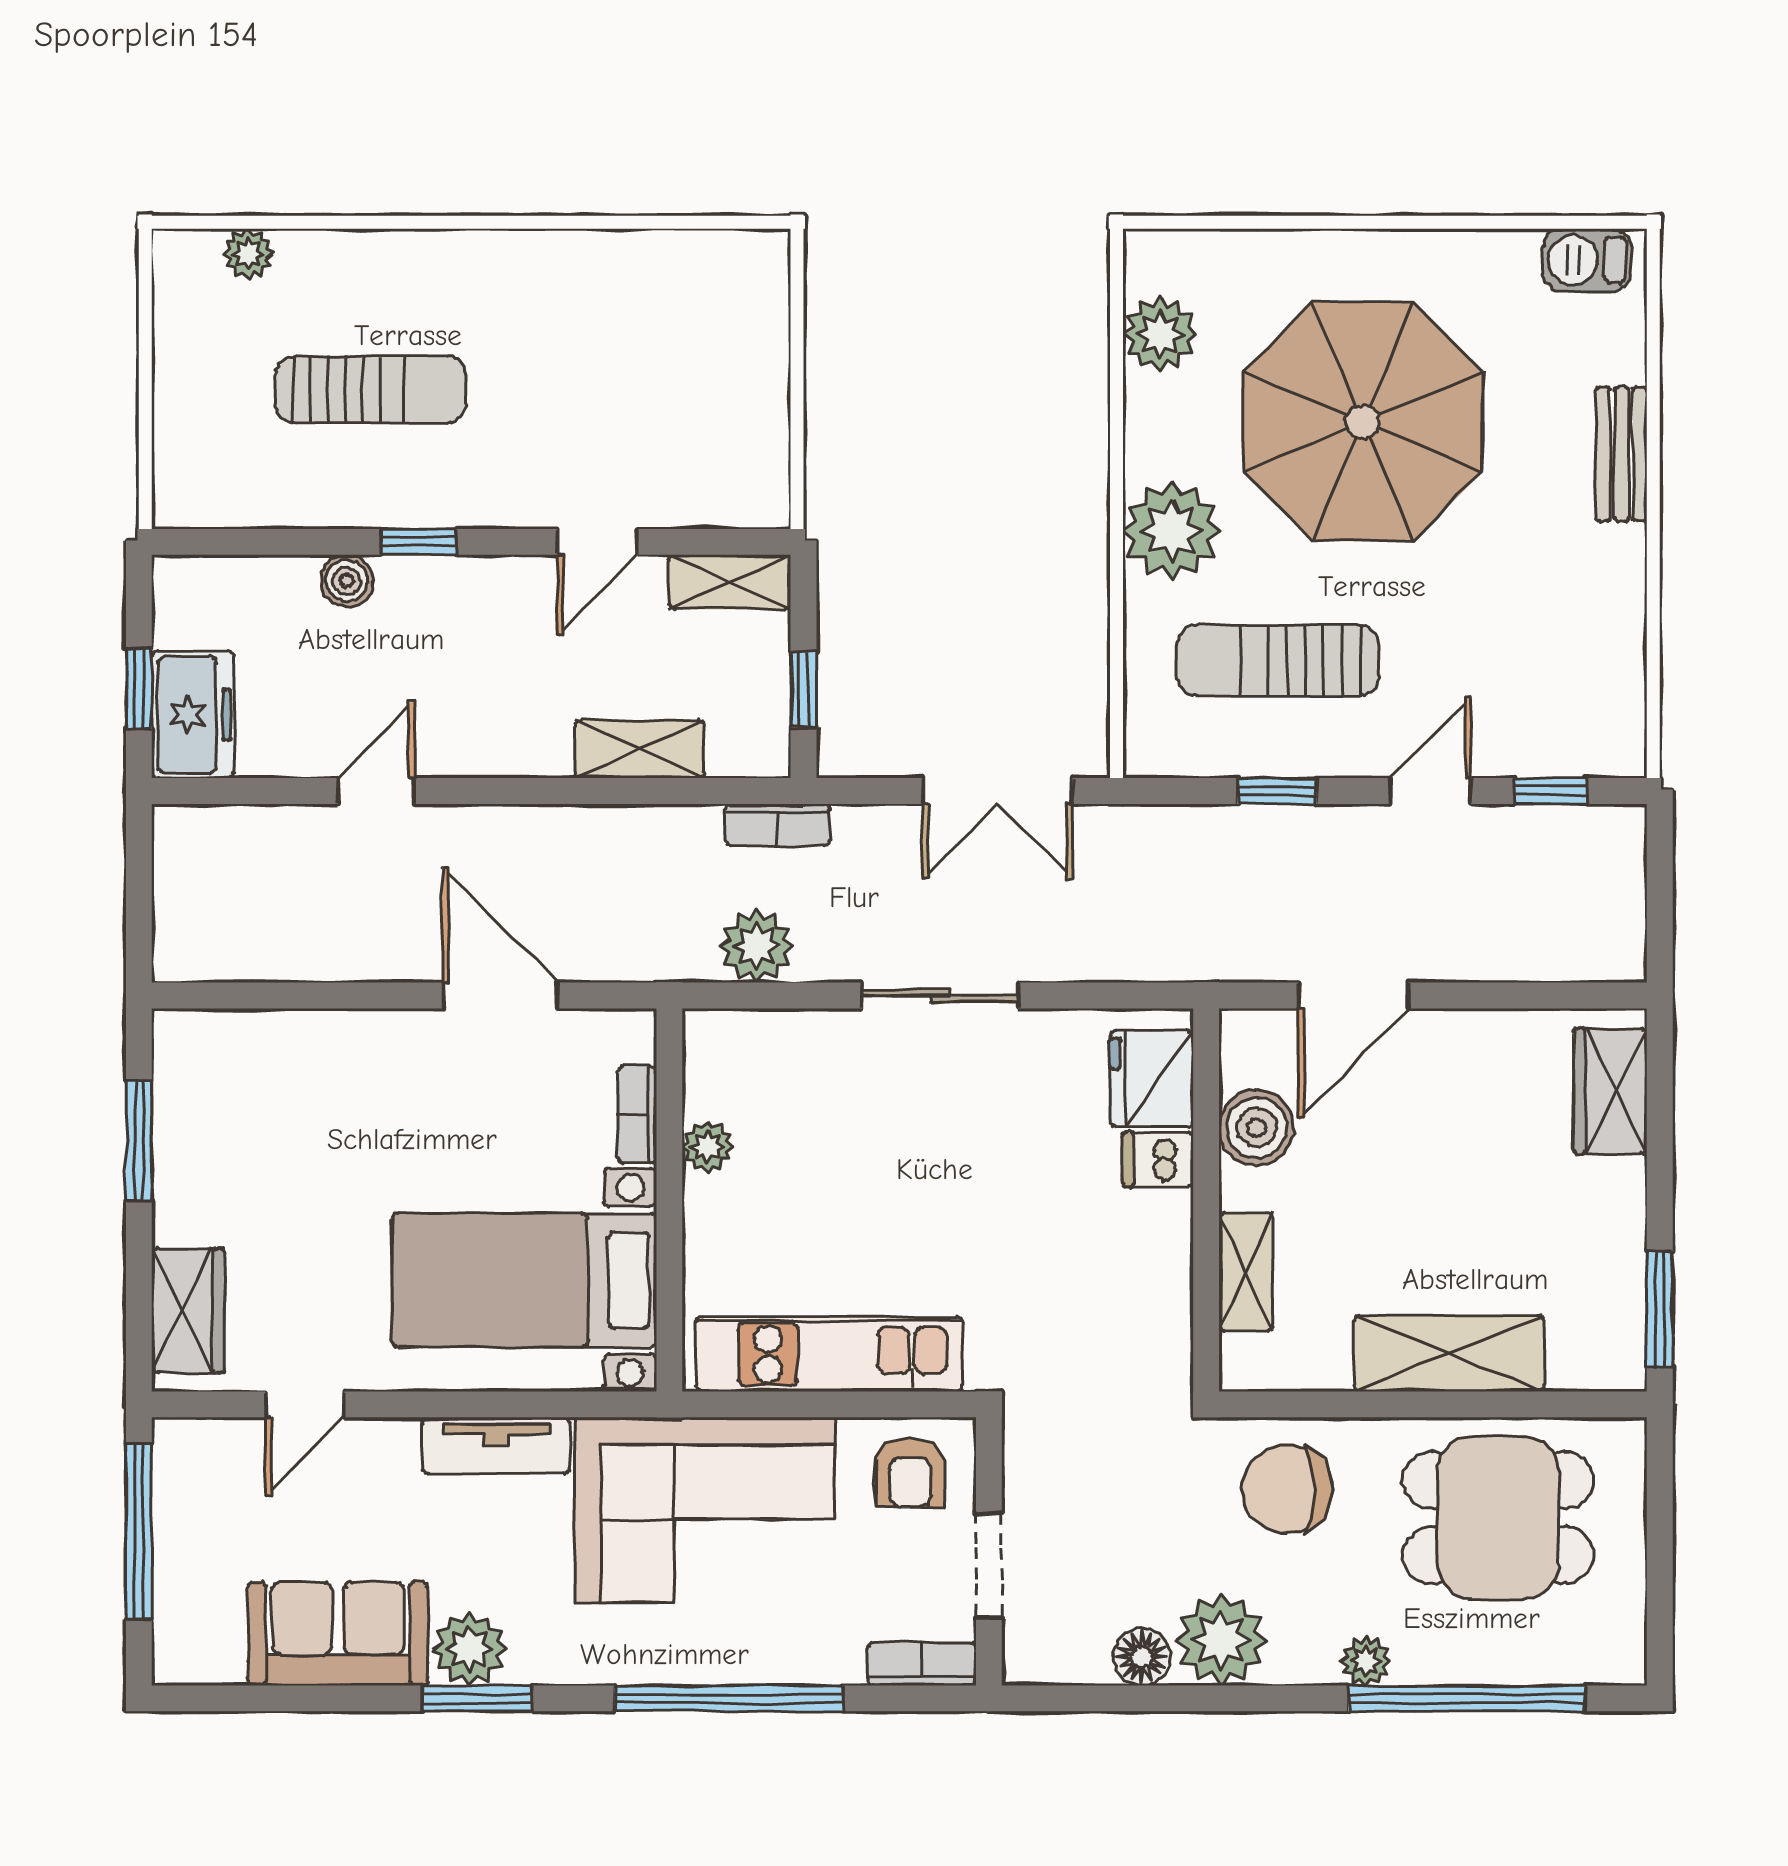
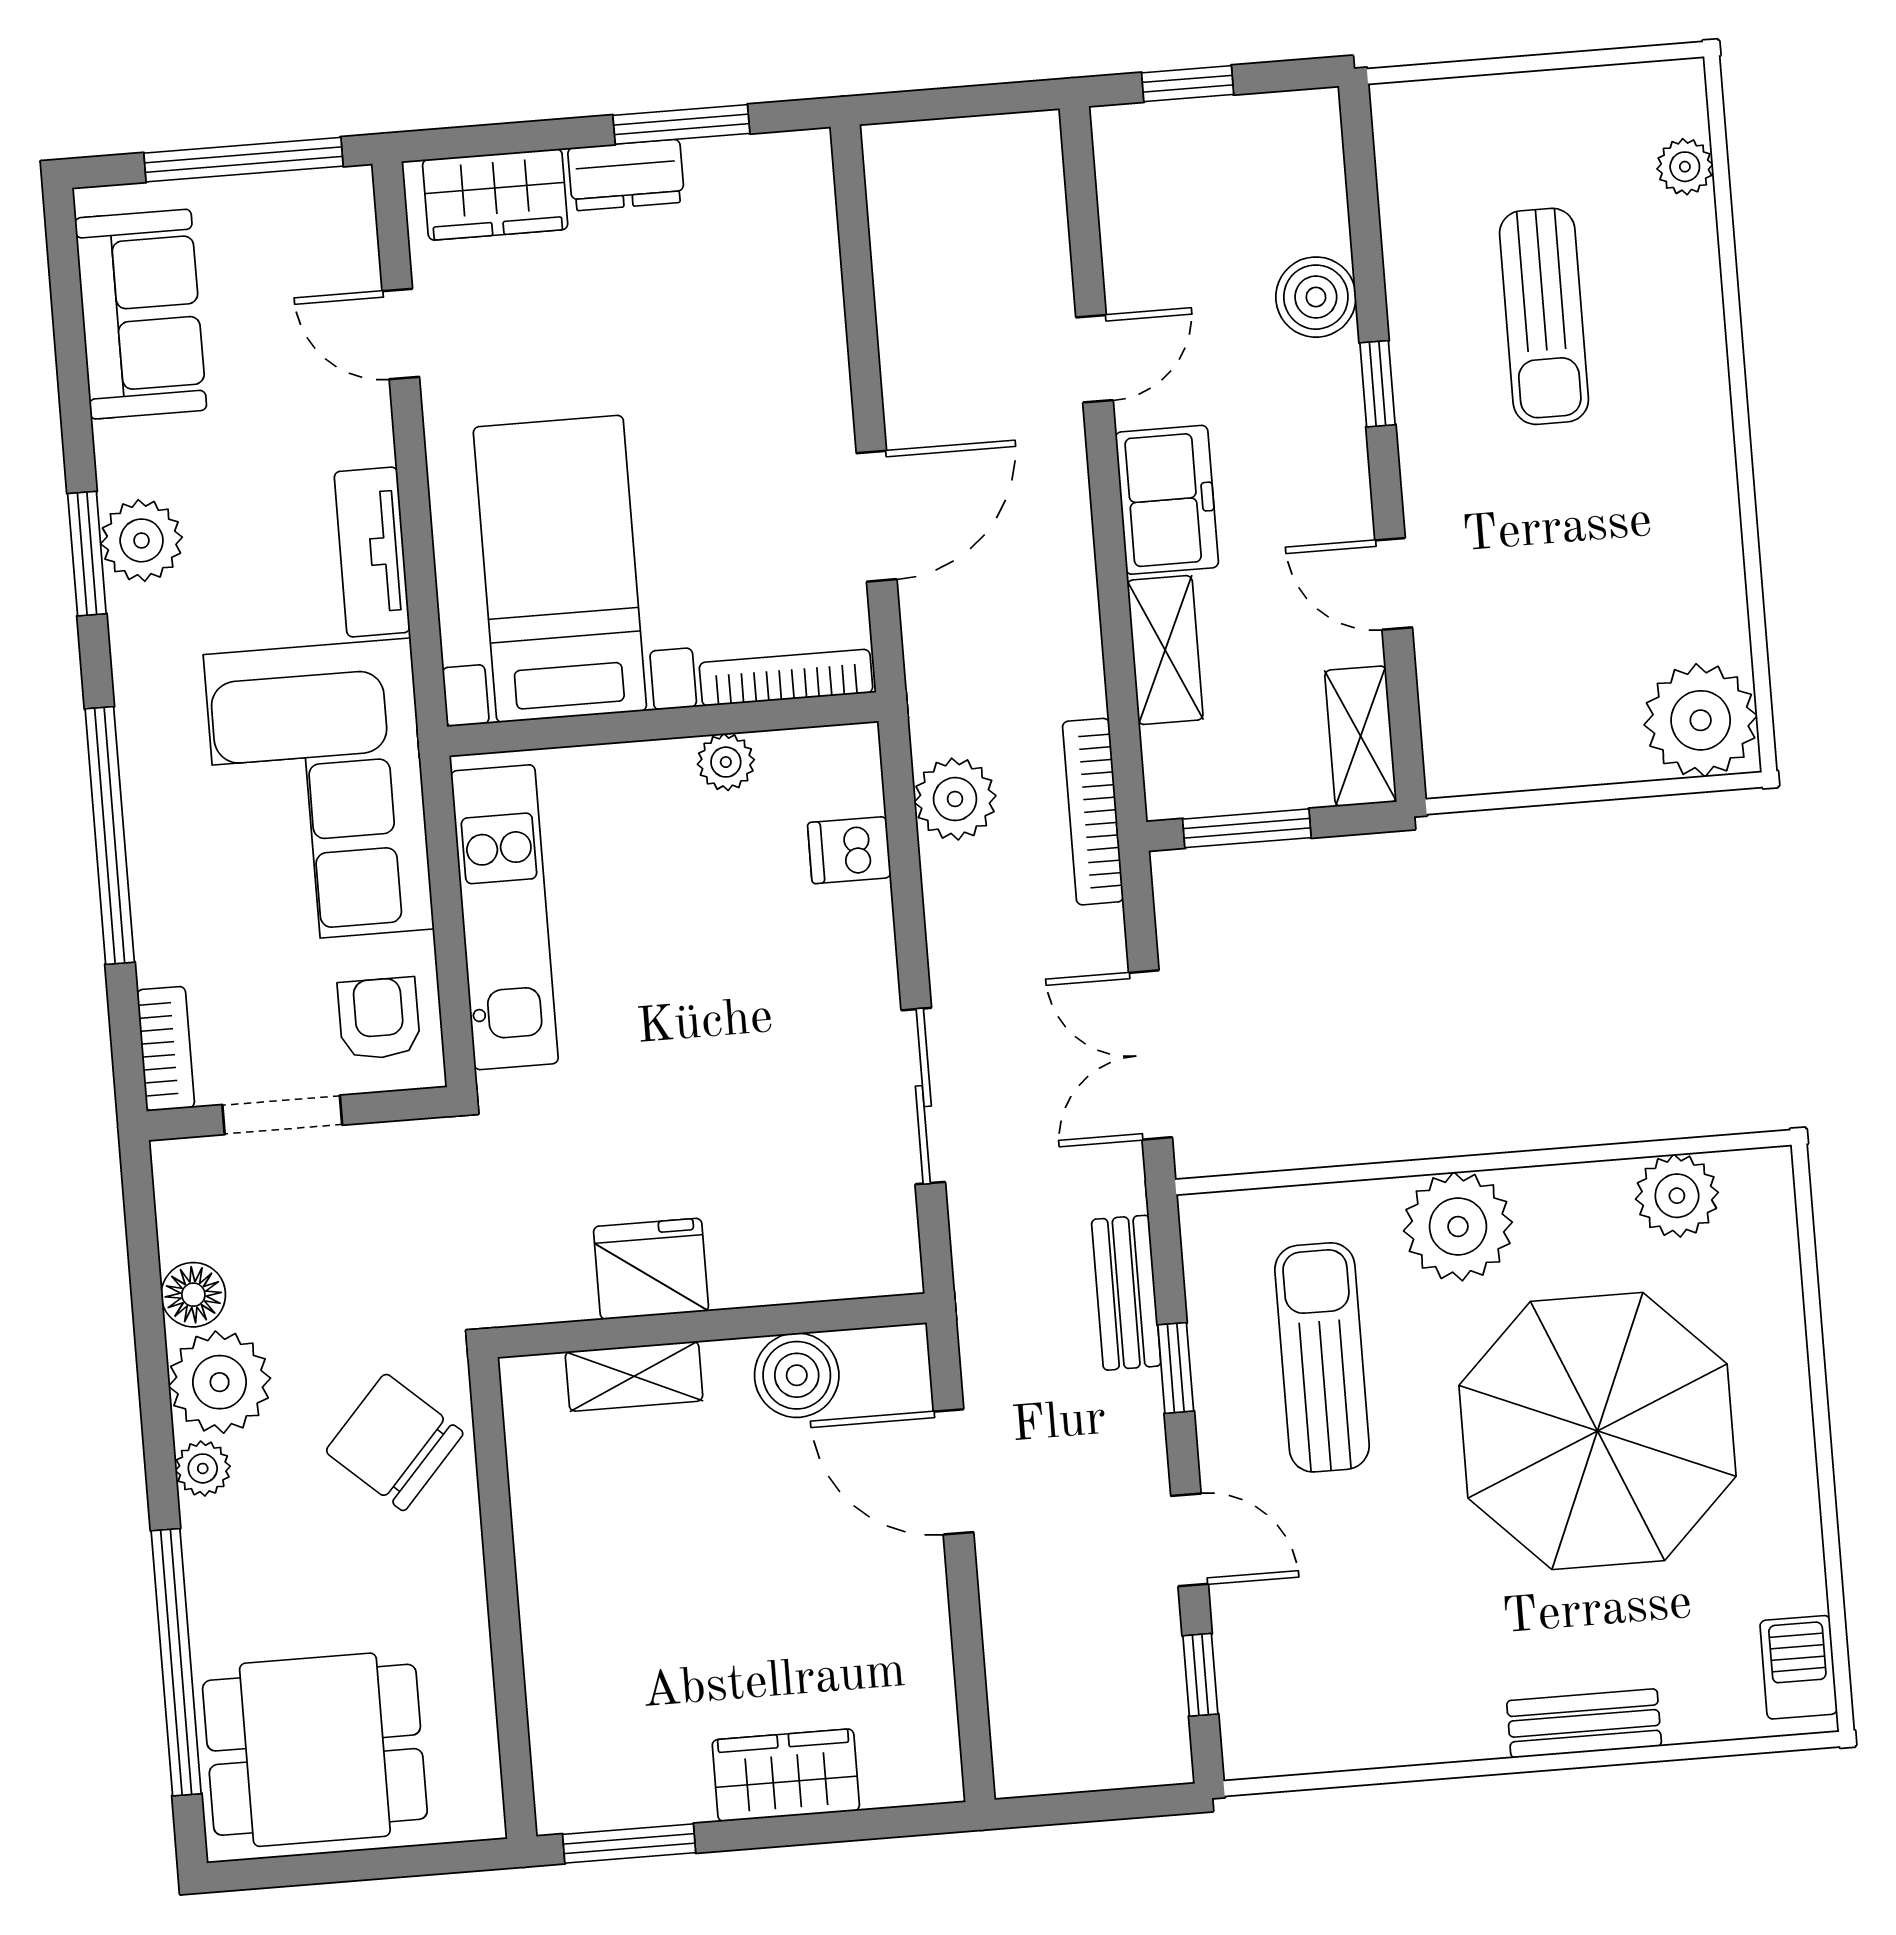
plant: (740, 279) -> (1701, 720), added
boiler: (347, 581) -> (1316, 297), width x1.36, depth x1.36
window: (803, 689) -> (1247, 828), width x1.50
freezer: (193, 715) -> (1167, 500), moved, turned -90
door: (376, 791) -> (1095, 359), hinge flipped
bookcase: (778, 825) -> (1093, 812), width x1.56
bench: (1207, 830) -> (1126, 1293), added
sliding door: (940, 995) -> (923, 1096), moved
fridge: (1152, 1079) -> (651, 1269), moved
wardrobe: (1610, 1091) -> (786, 1775), moved
bookcase: (637, 1115) -> (786, 678), width x1.56
dishwasher: (1158, 1159) -> (849, 850), moved, turned -90
dresser: (180, 1193) -> (626, 175), added
shelving: (1449, 1354) -> (561, 1612), removed
armchair: (910, 1473) -> (379, 1018), turned 90
chair: (1287, 1489) -> (395, 1442), turned -48
dining table: (1498, 1518) -> (315, 1750), moved, turned 90
sofa: (338, 1634) -> (141, 314), moved
plant: (1366, 1661) -> (203, 1468), moved

